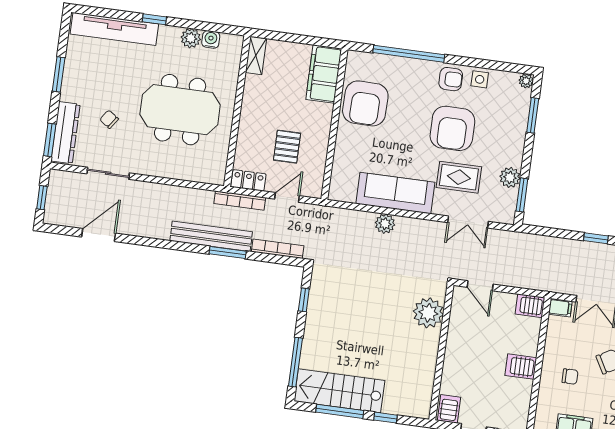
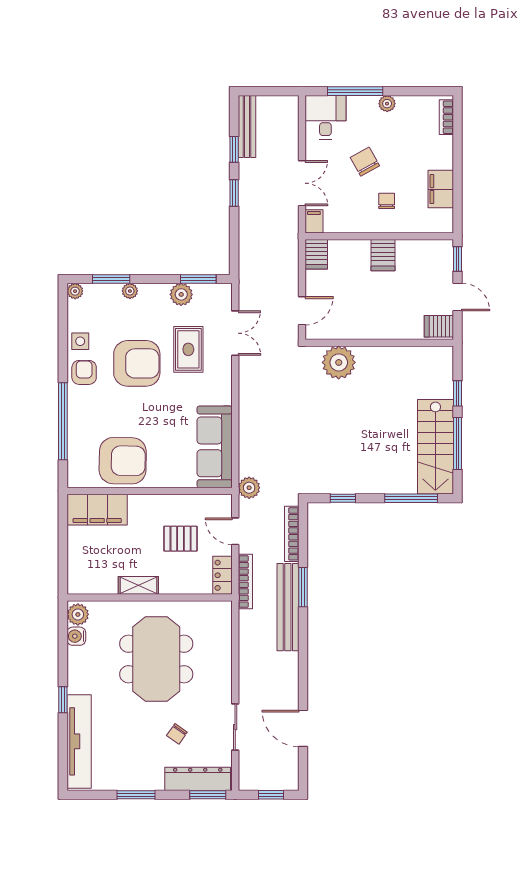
plant: (191, 38) -> (78, 614), moved
shelving: (256, 56) -> (138, 585), moved
plant: (519, 131) -> (130, 291), added
sofa: (395, 193) -> (215, 447), moved
plant: (385, 224) -> (249, 488), moved

